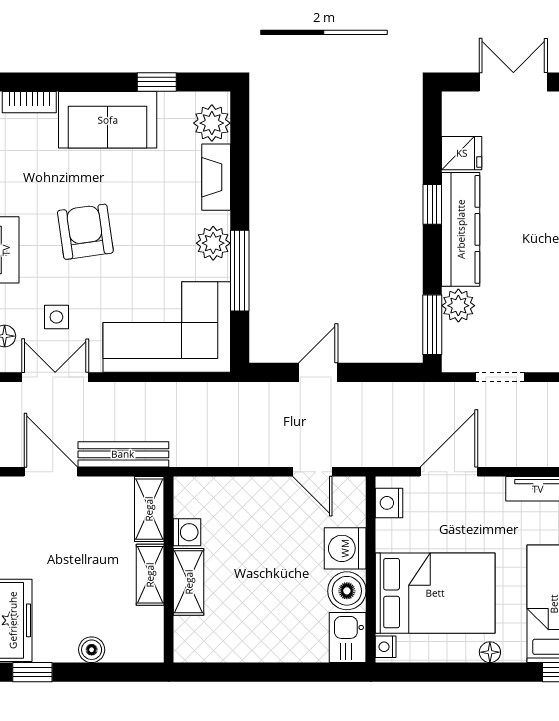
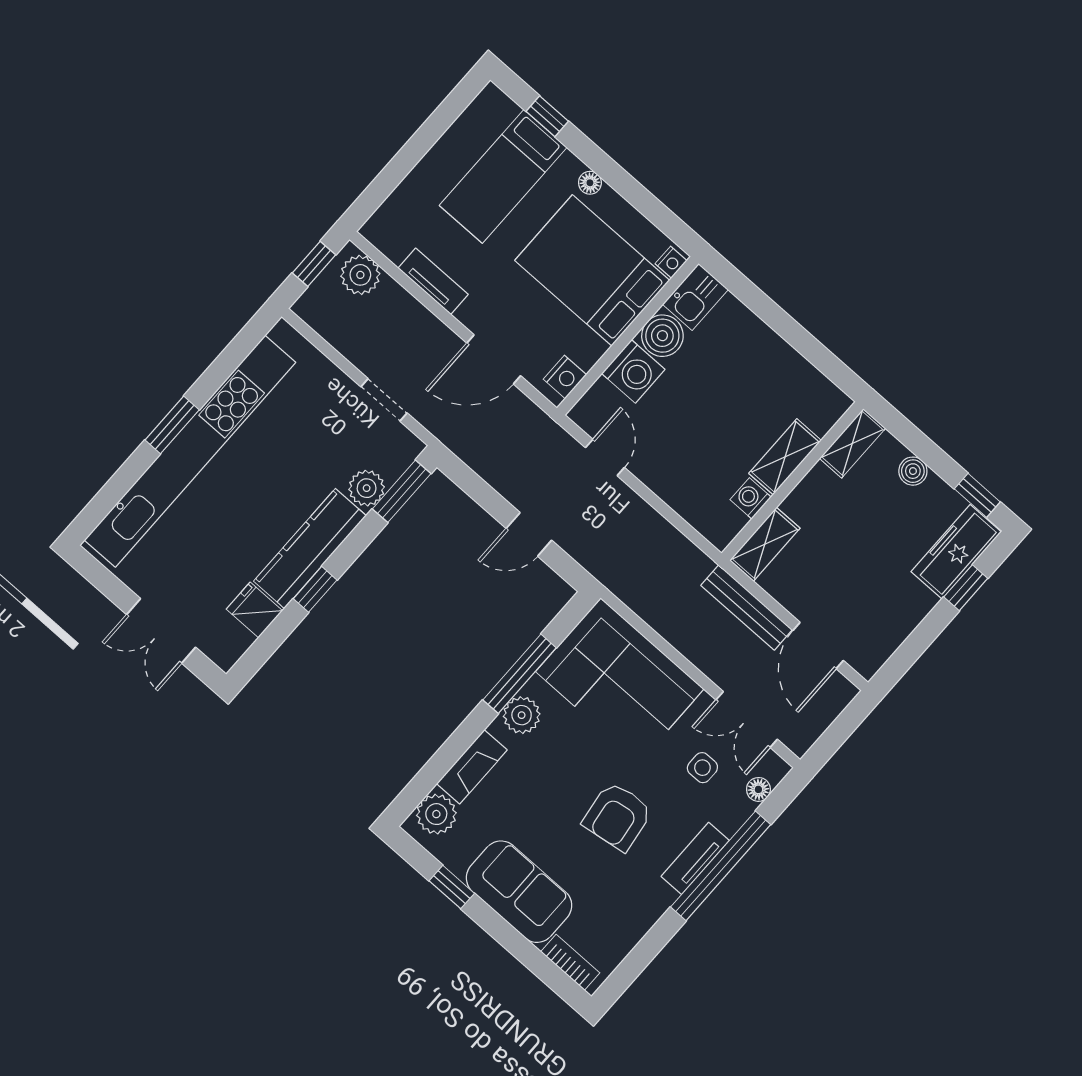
shelving: (150, 575) -> (852, 443), moved

